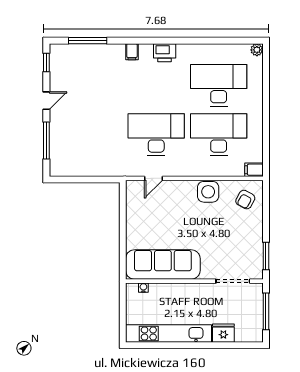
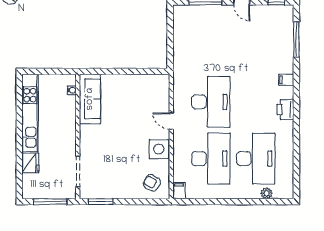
plant: (257, 50) -> (267, 193), moved
door: (153, 178) -> (171, 121), moved
sofa: (163, 264) -> (90, 99), width x0.74, depth x0.79

